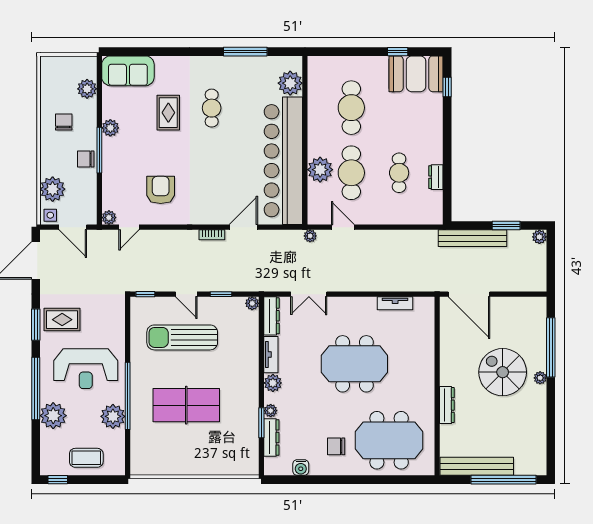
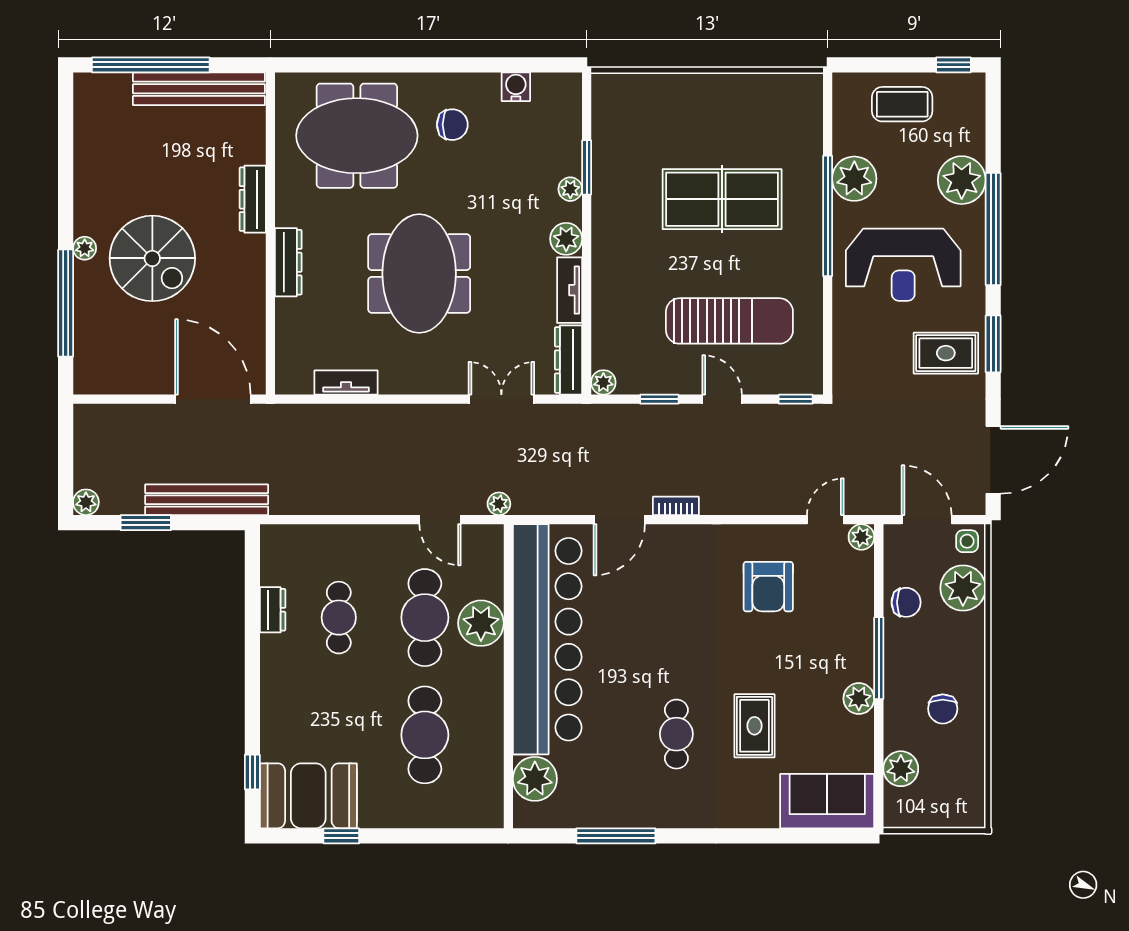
chair: (86, 159) -> (906, 602), moved
meeting table: (354, 364) -> (419, 274), turned 90
reception desk: (86, 369) -> (903, 265), turned 180
dresser: (271, 437) -> (288, 262), moved, turned 180

